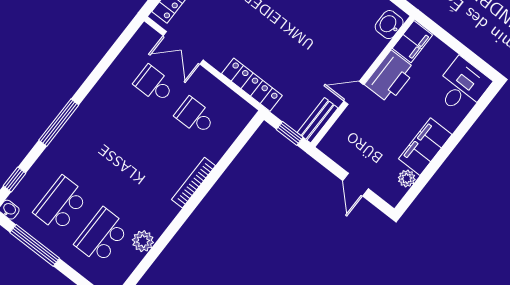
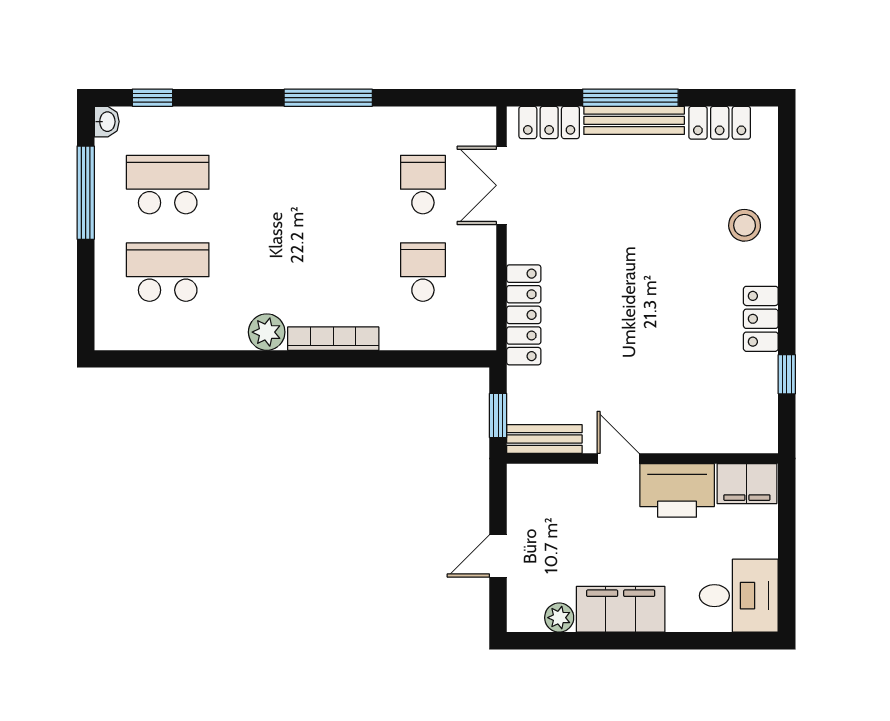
washbasin: (389, 25) -> (745, 435), removed
window: (59, 123) -> (328, 98), moved
plant: (143, 241) -> (267, 332), moved

